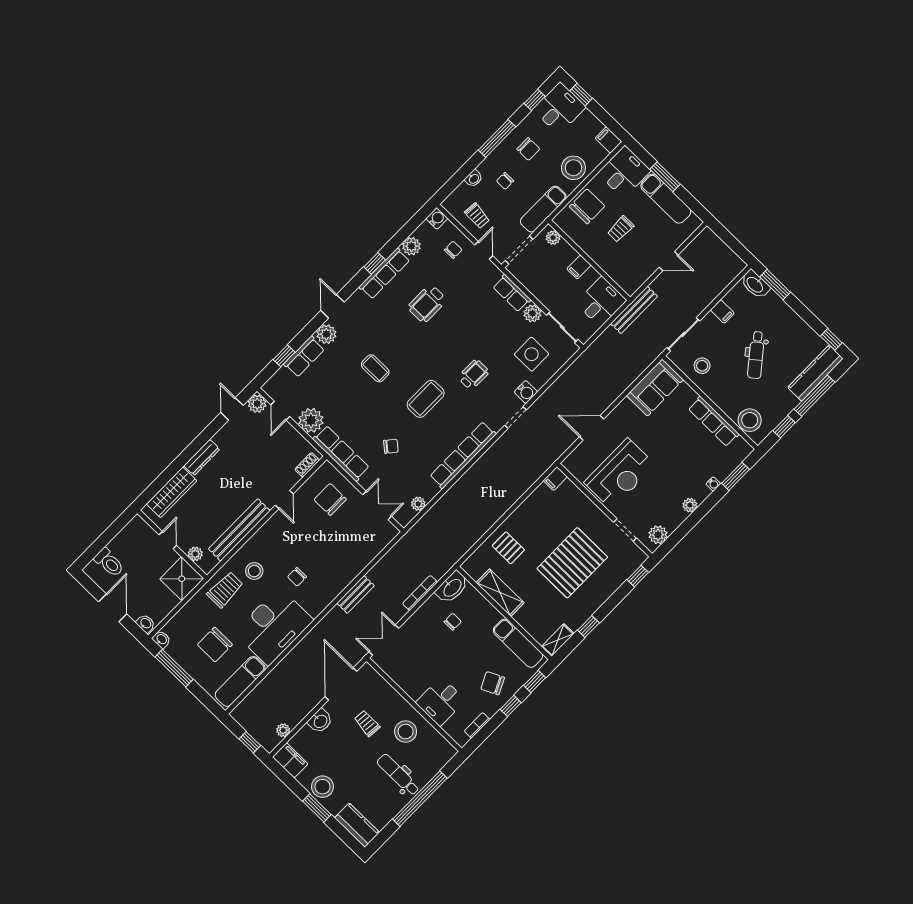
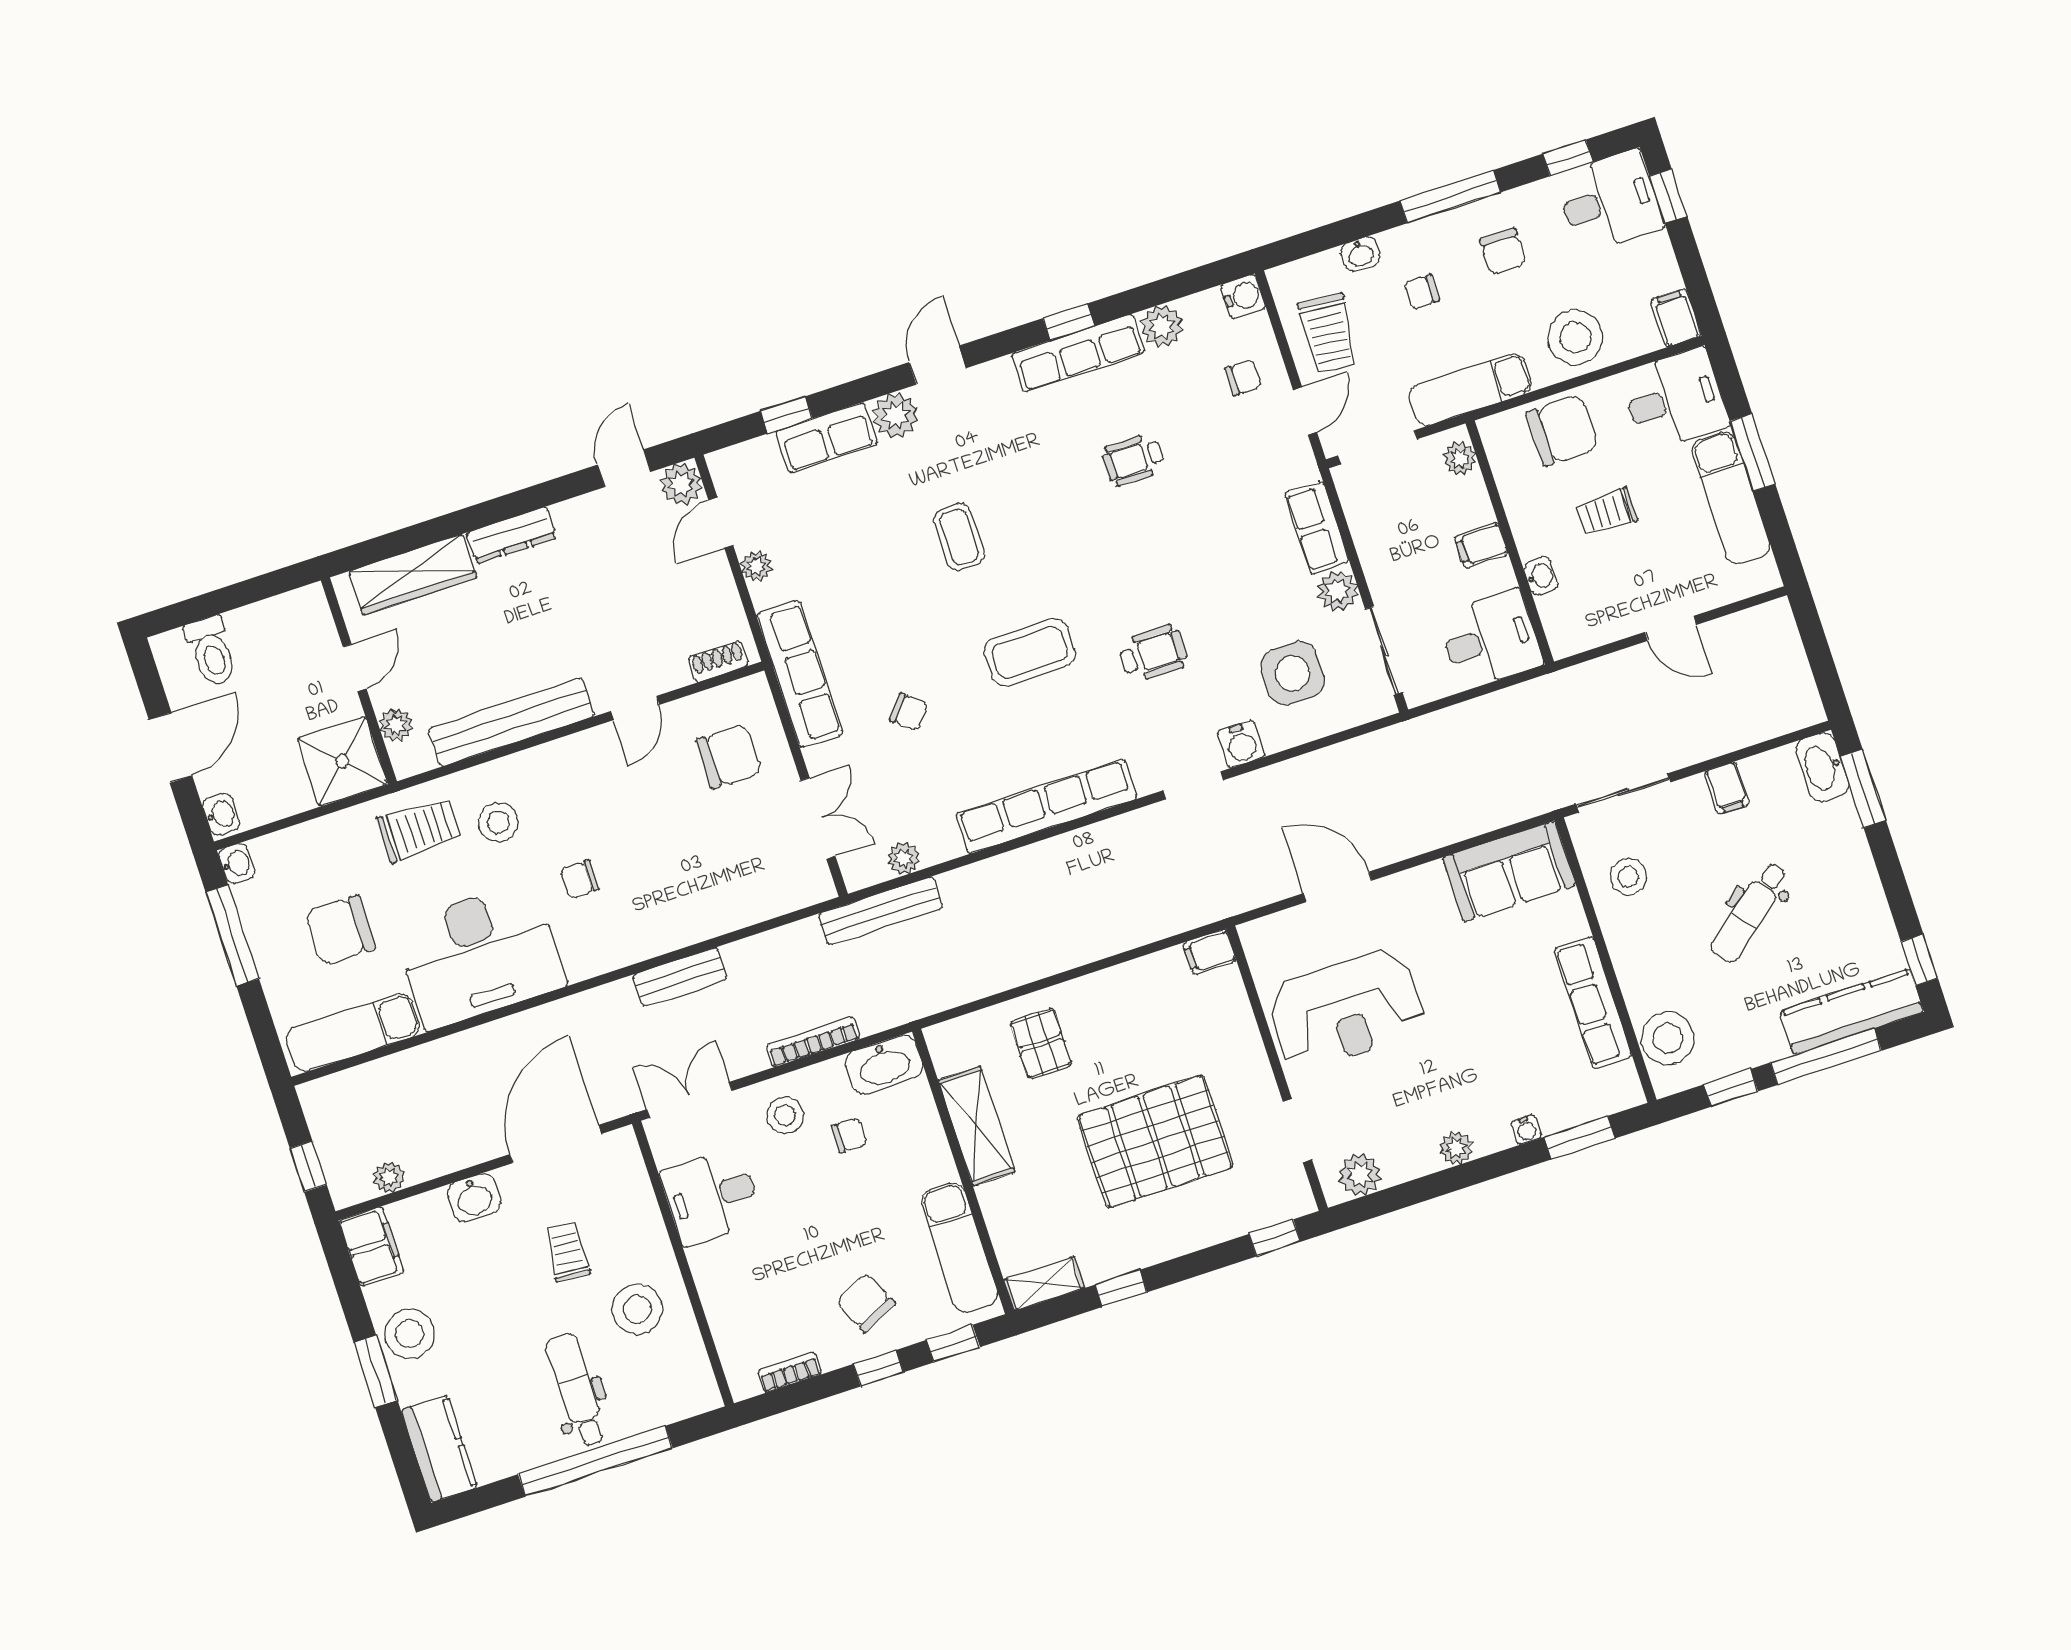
trolley: (477, 216) -> (1328, 334), width x1.36, depth x1.39
washbasin: (608, 267) -> (1541, 576), added
wheelchair: (427, 304) -> (1133, 460), width x0.73, depth x0.73
bench: (634, 310) -> (881, 911), moved
plant: (311, 420) -> (756, 566), width x0.53, depth x0.53
chair: (330, 499) -> (729, 757), turned 90
stool: (424, 627) -> (785, 1115), added
desk: (441, 701) -> (711, 1197), moved

